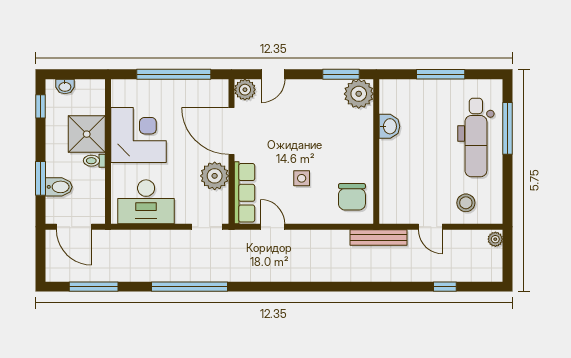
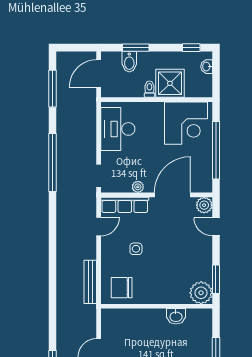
corner desk: (139, 135) -> (186, 123), moved
plant: (215, 176) -> (138, 187), width x0.53, depth x0.53
bench: (379, 238) -> (90, 282), moved

